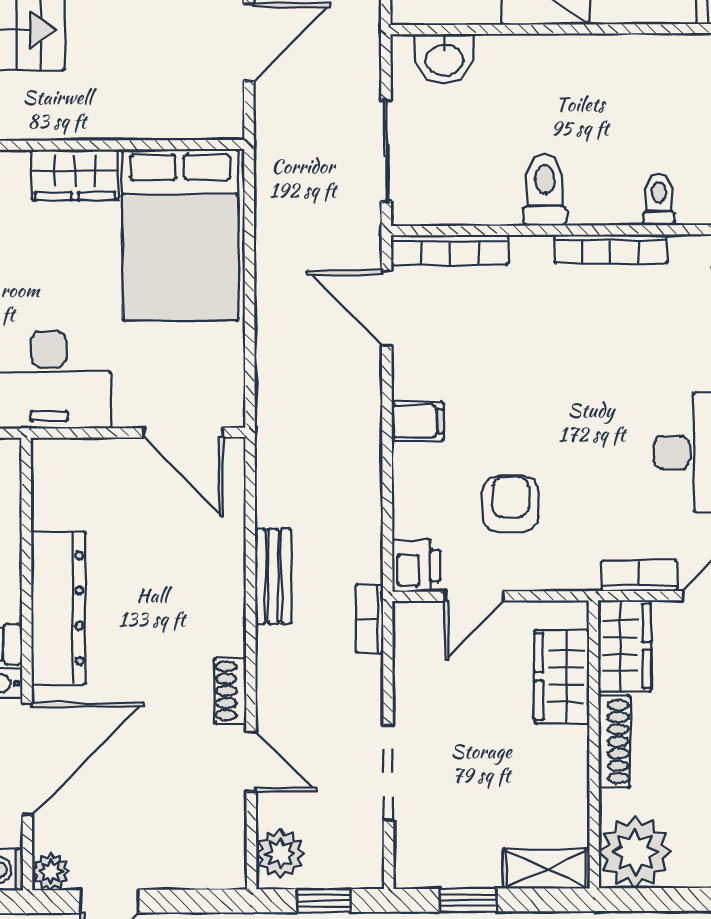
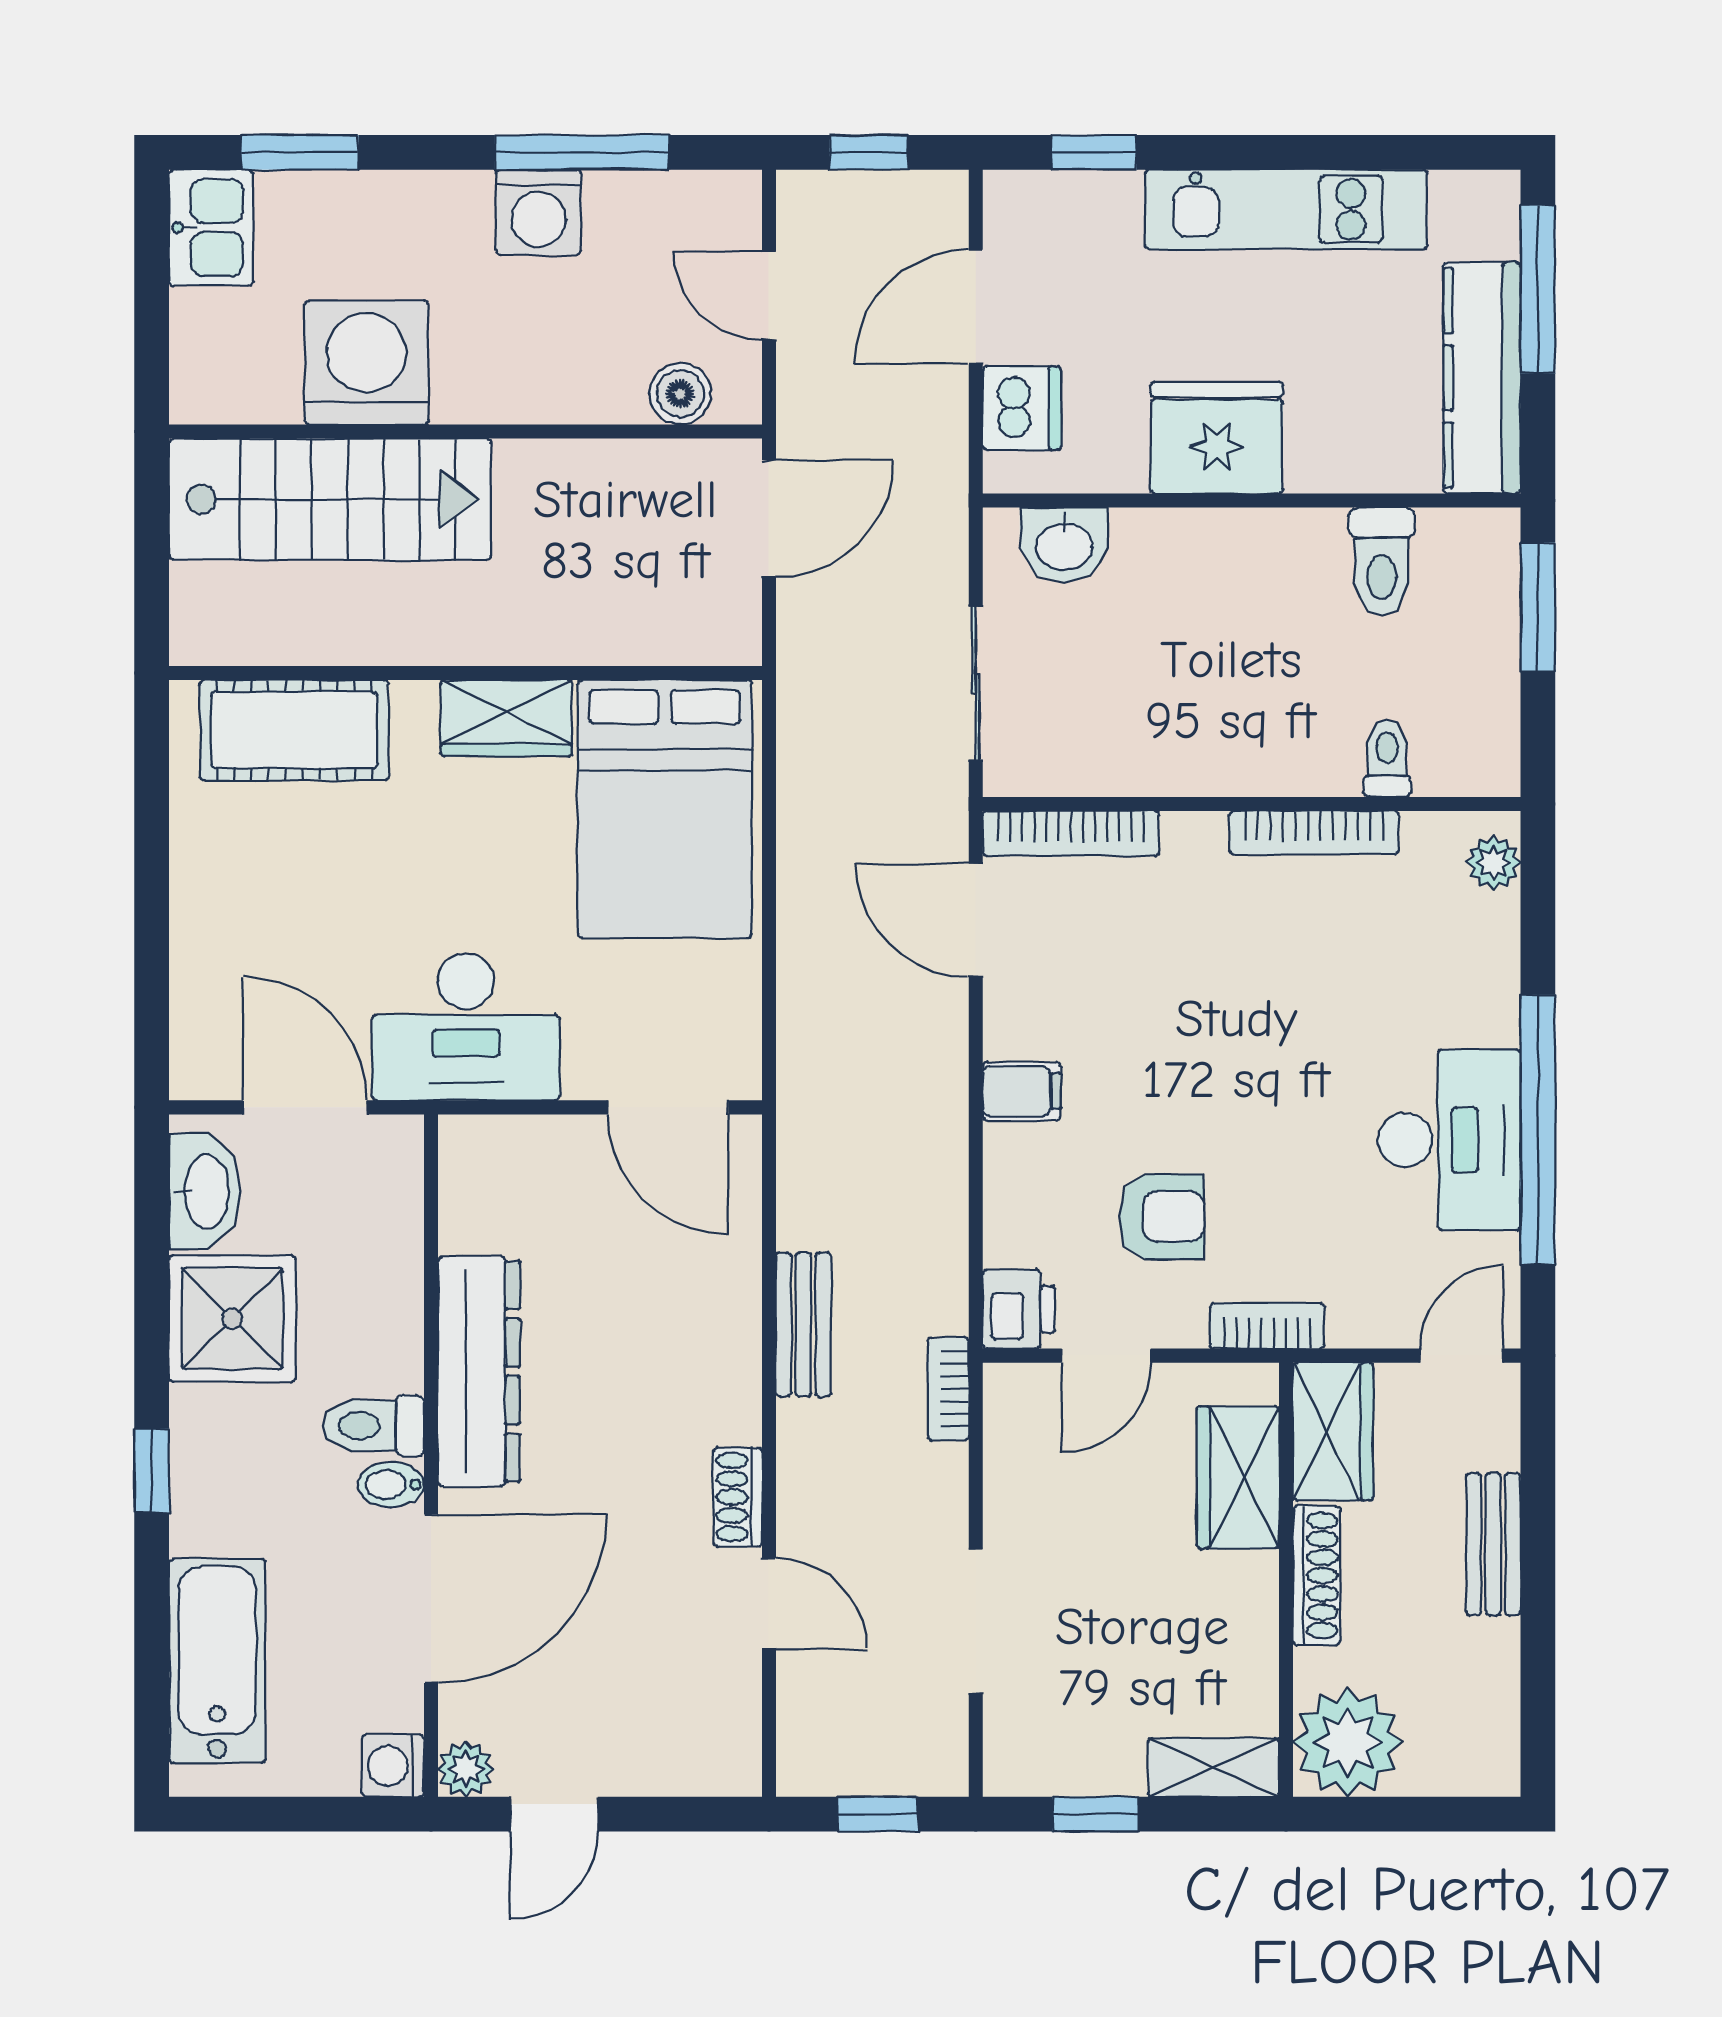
toilet: (545, 190) -> (1382, 562), moved, turned 180
armchair: (511, 504) -> (1162, 1216), turned 90
bookcase: (639, 576) -> (1267, 1326), moved
plant: (280, 854) -> (812, 1743), removed

